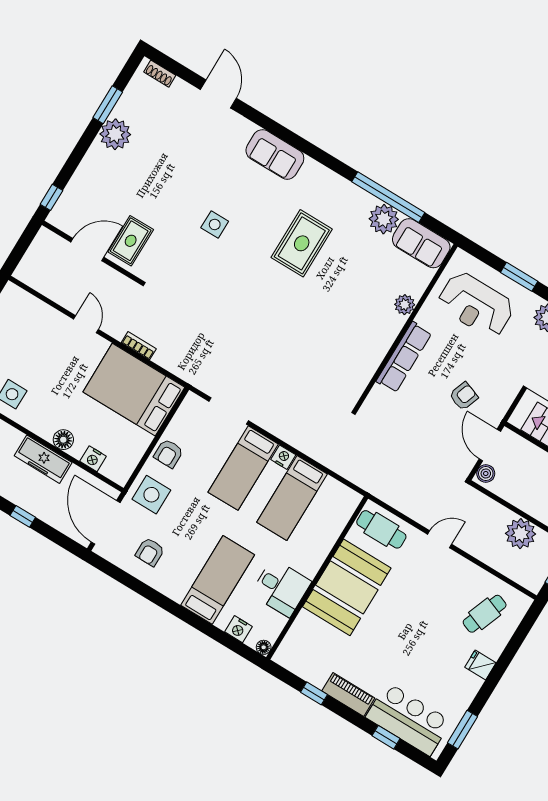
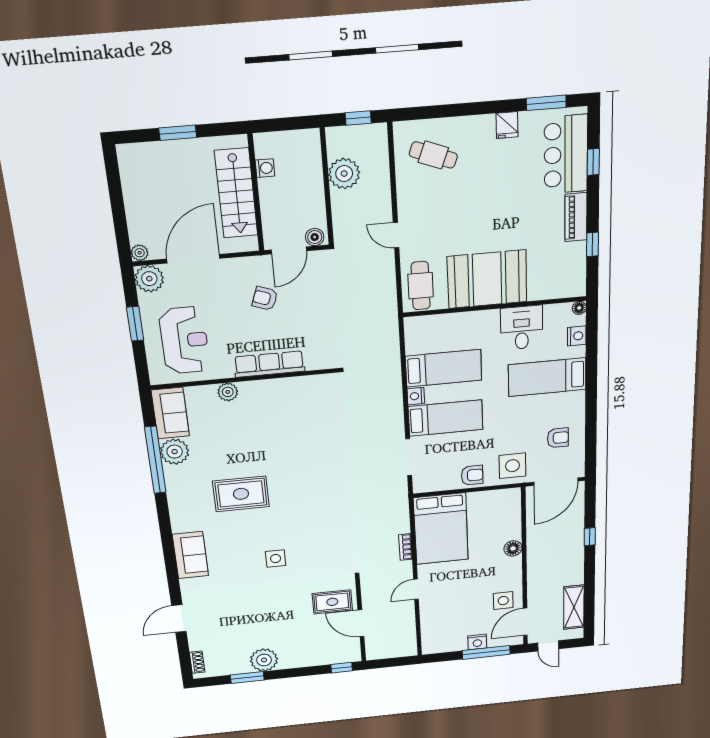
freezer: (43, 459) -> (537, 551), removed
nightstand: (93, 459) -> (513, 521), removed
fridge: (480, 665) -> (507, 125), moved

